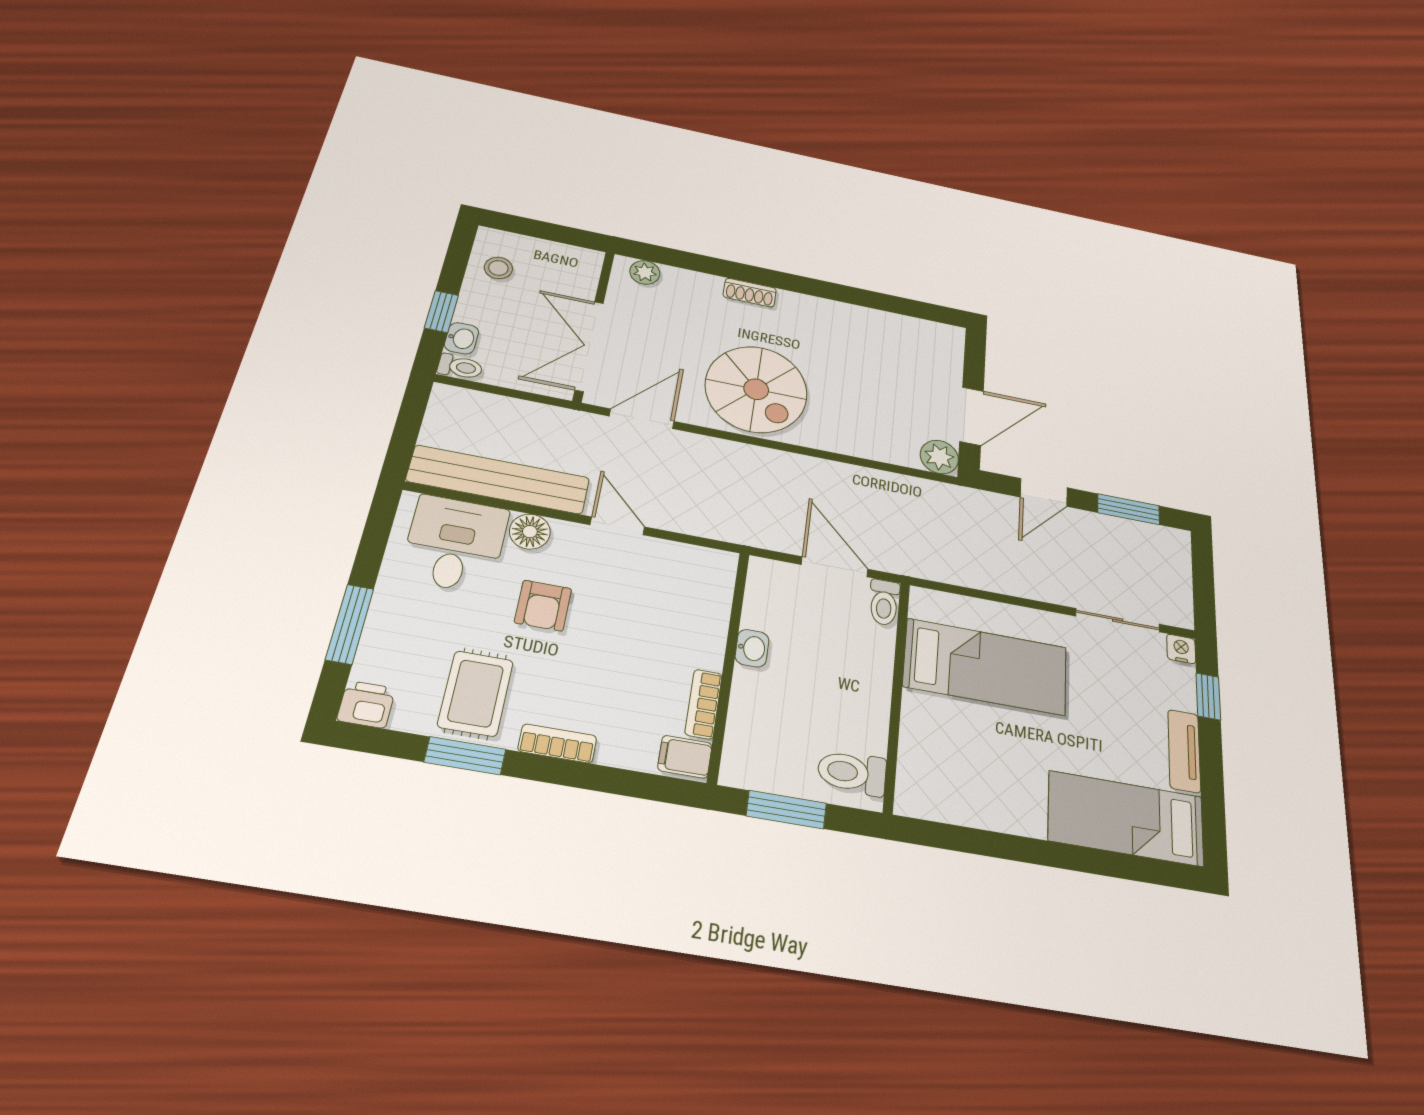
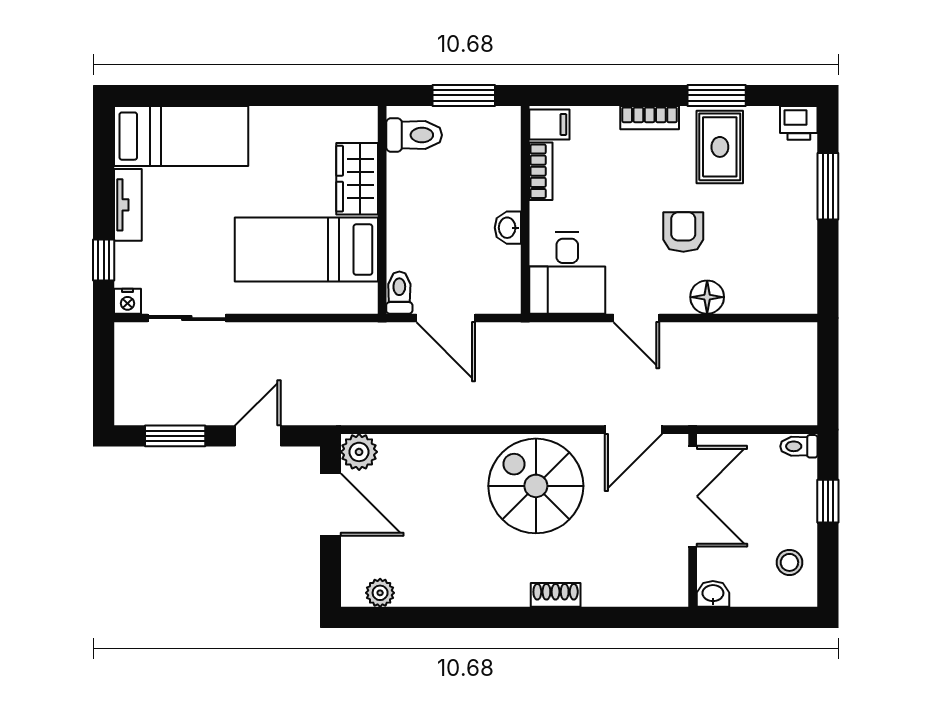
plant: (645, 272) -> (380, 593), moved
washbasin: (461, 338) -> (713, 594), moved, turned 90
door: (972, 416) -> (330, 505), swing flipped
bench: (499, 480) -> (743, 341), removed
desk: (455, 544) -> (567, 273), moved
wardrobe: (923, 734) -> (357, 179), added

